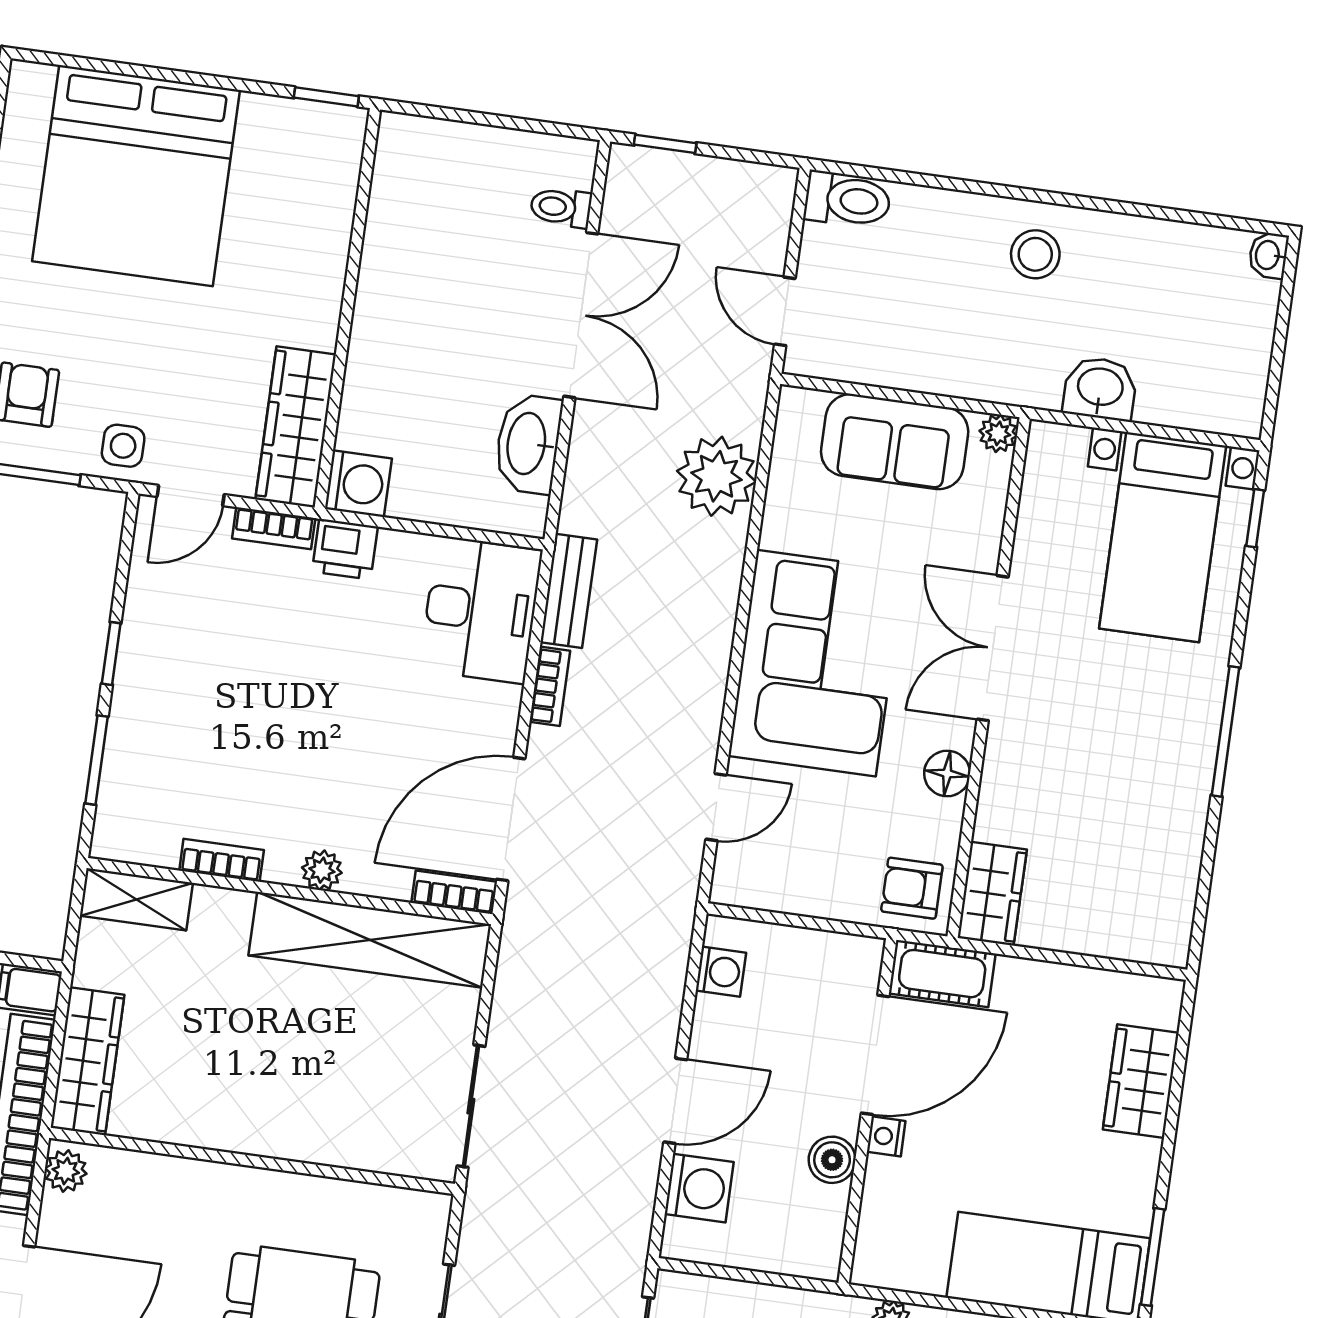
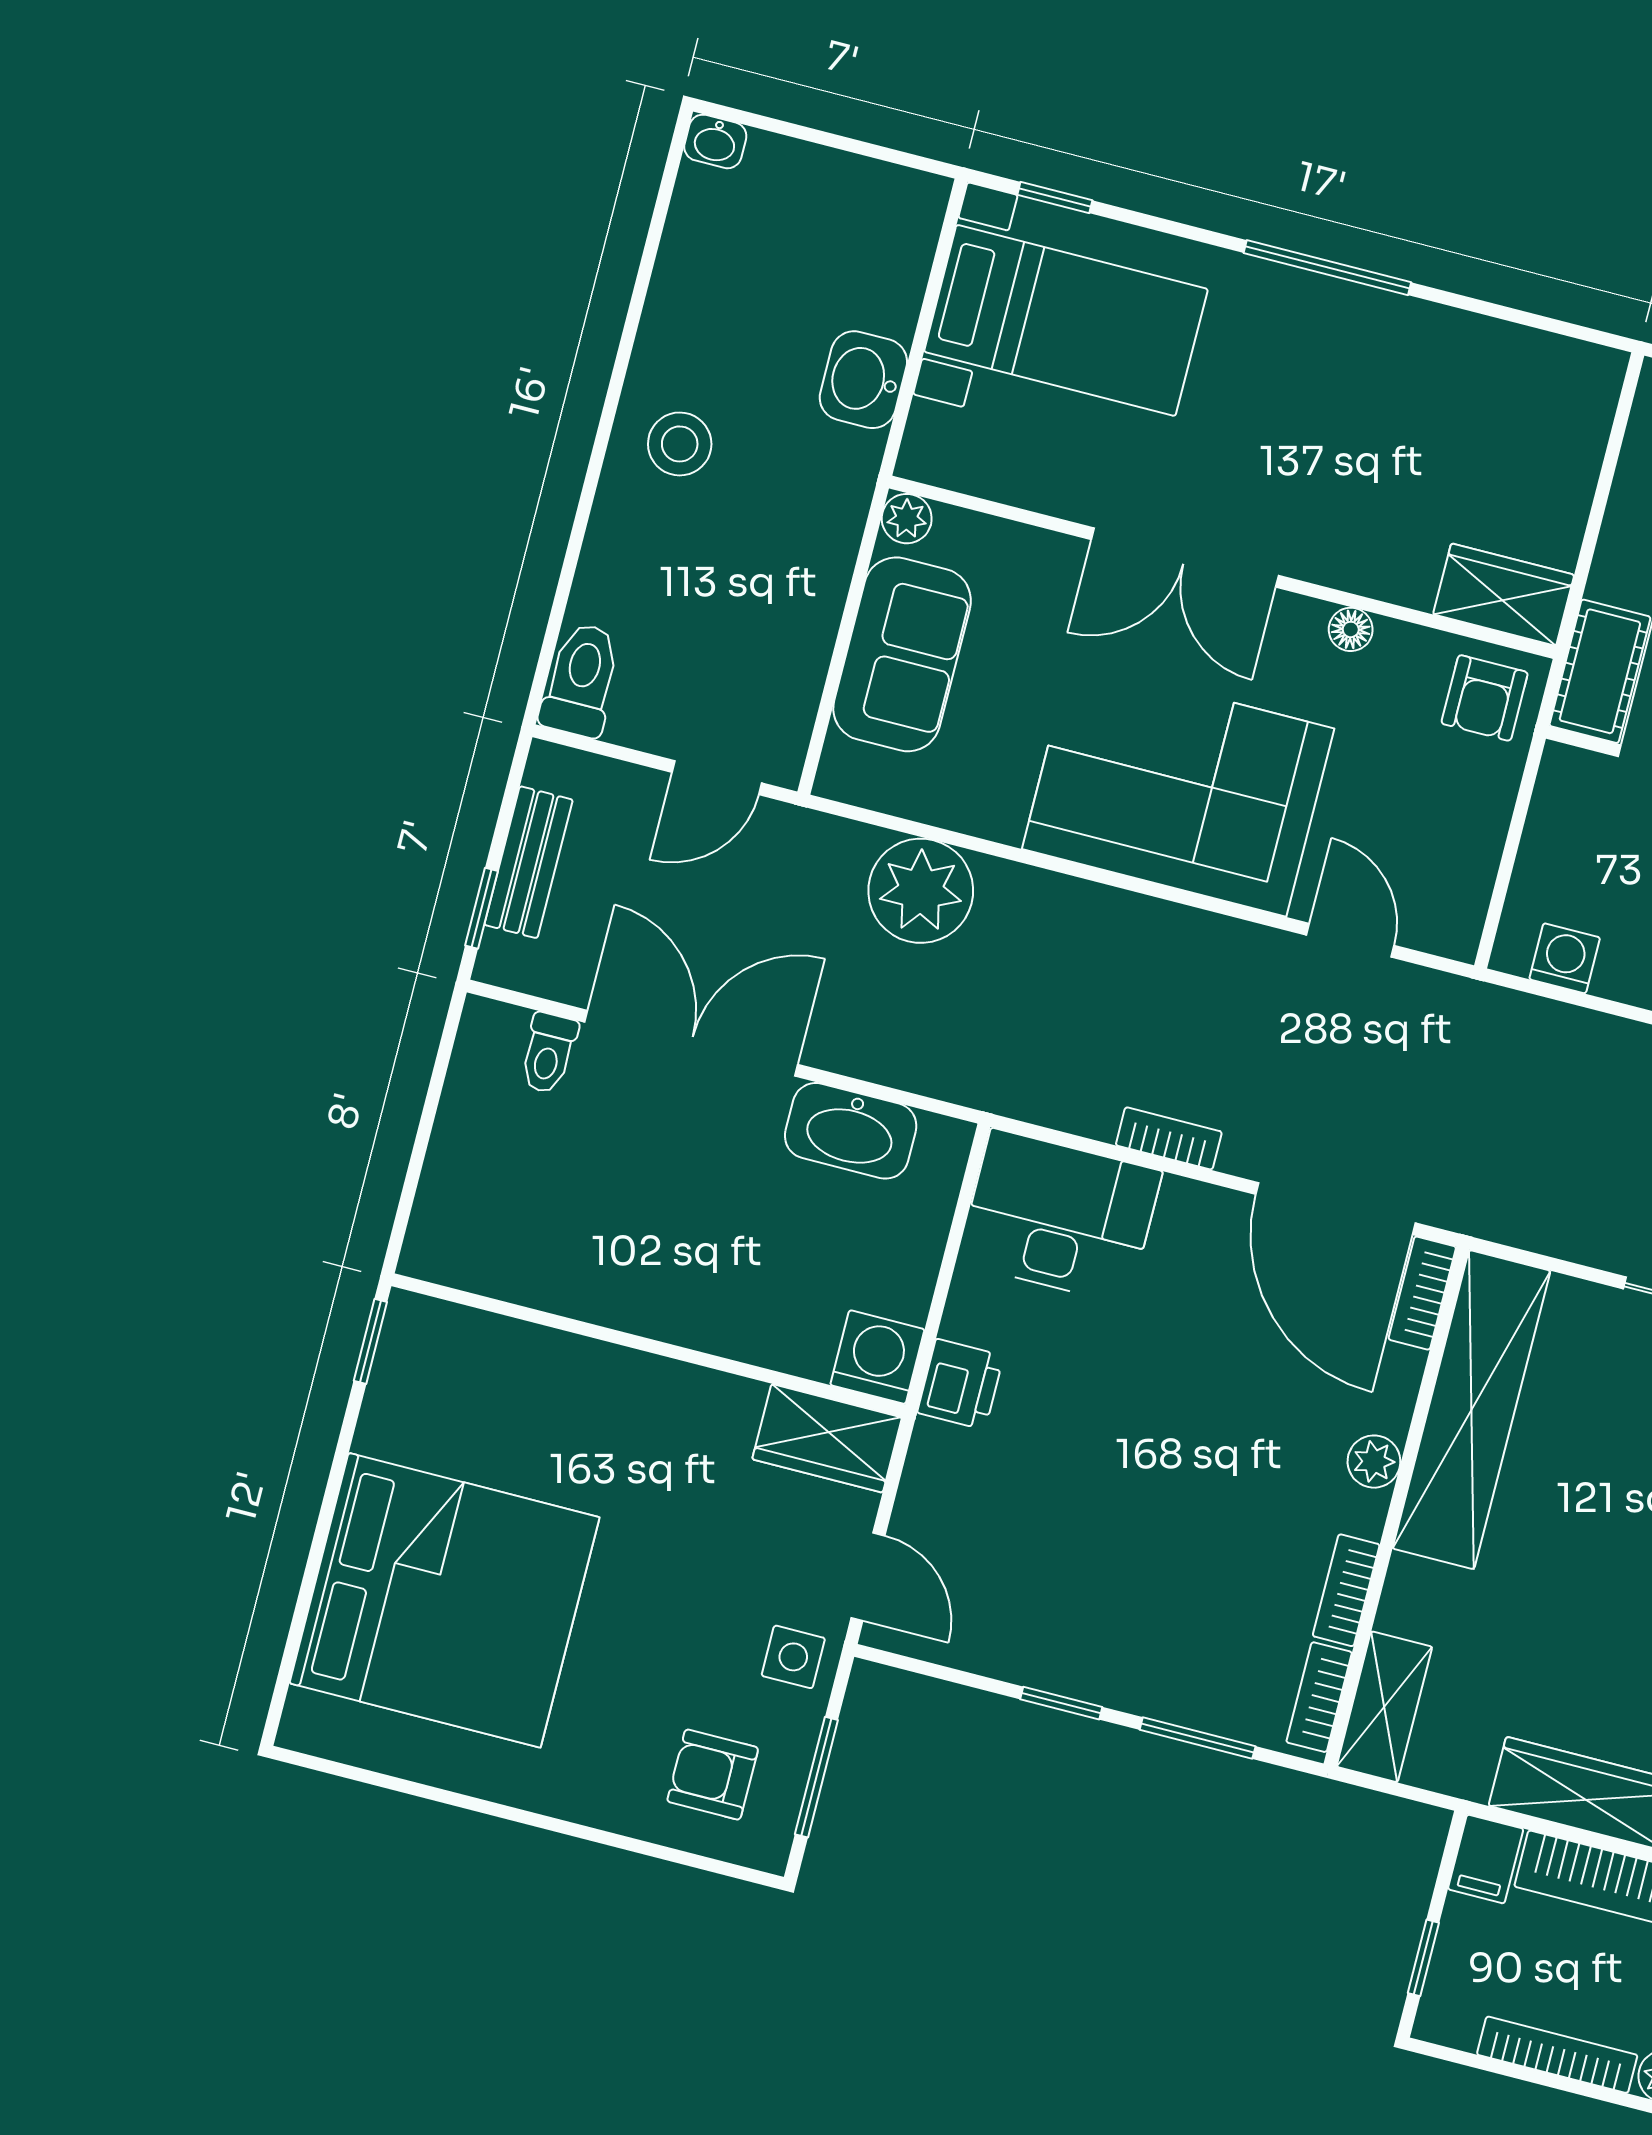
wardrobe: (296, 427) -> (827, 1438), width x0.67
bookcase: (274, 528) -> (1319, 1697), moved, turned 180
bench: (569, 591) -> (529, 862), moved, turned 90
floor lamp: (947, 773) -> (1351, 629), width x0.73, depth x0.73

